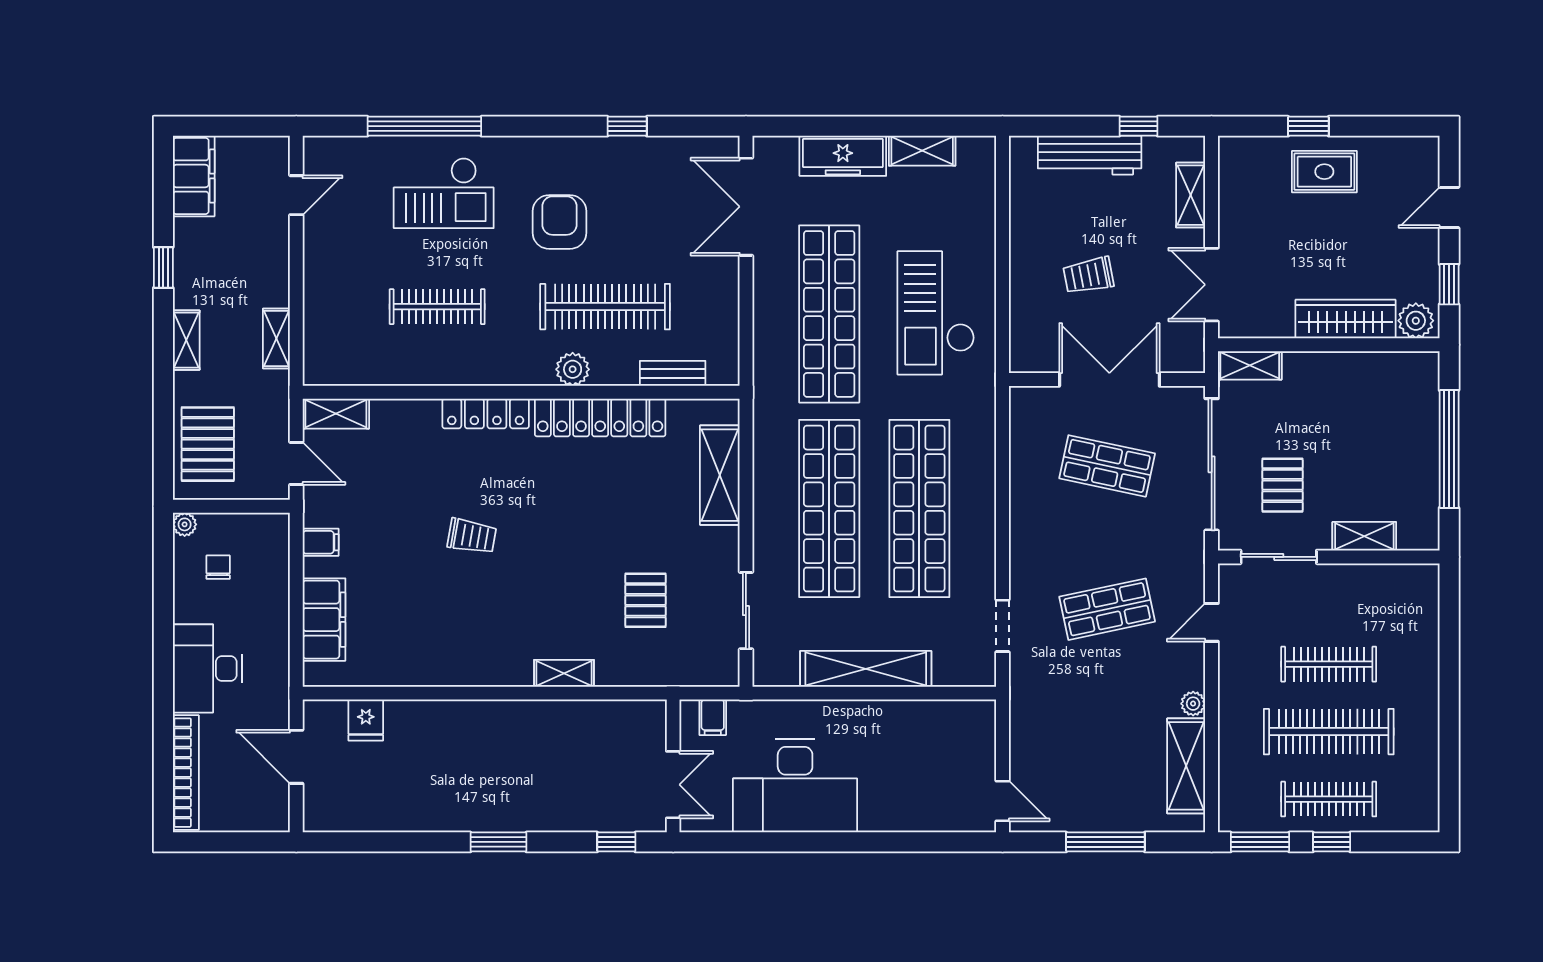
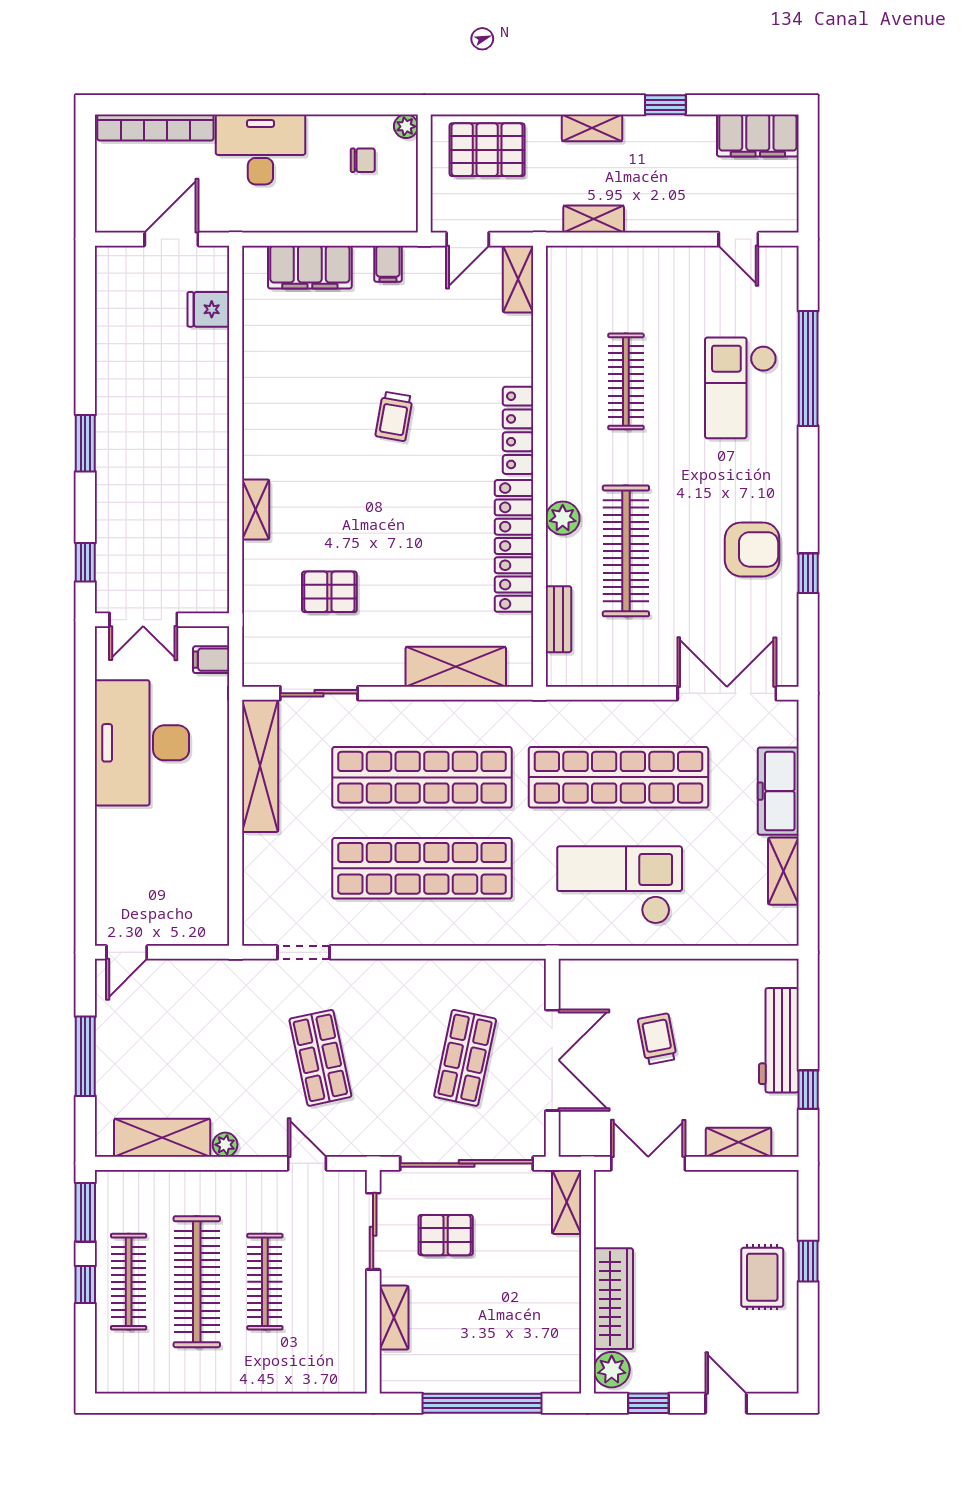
armchair: (560, 222) -> (752, 549), moved
shelving: (866, 669) -> (260, 766), moved

